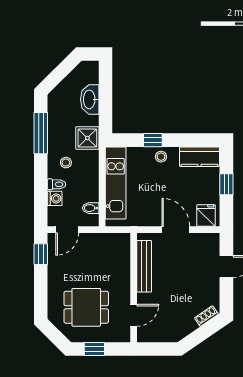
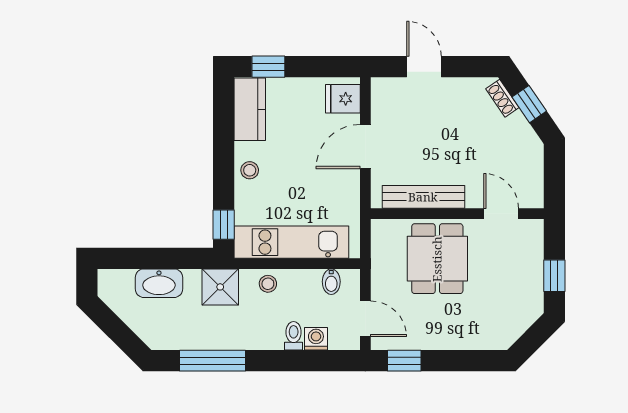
window: (153, 140) -> (224, 225), moved
stool: (66, 163) -> (268, 284), moved
window: (226, 184) -> (268, 67), moved
dining table: (86, 307) -> (437, 259), moved
window: (203, 333) -> (529, 104), added

